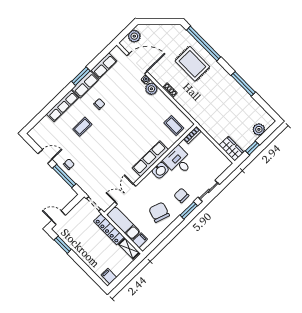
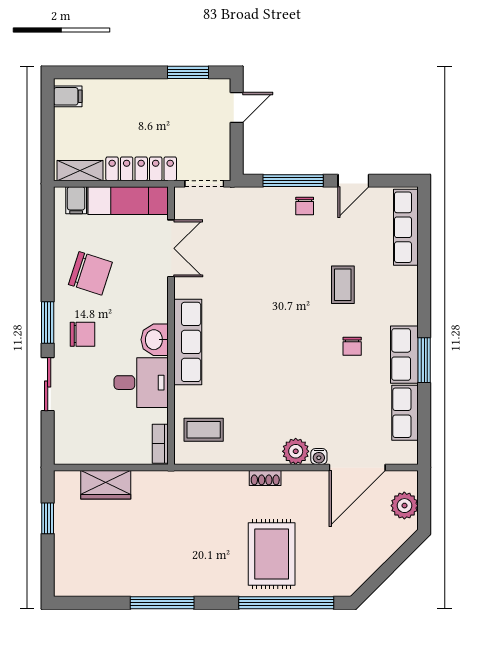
rug: (192, 64) -> (272, 554), turned 90
row of seats: (62, 106) -> (406, 227), moved
plant: (259, 129) -> (67, 557), removed
wardrobe: (232, 149) -> (106, 485), moved

